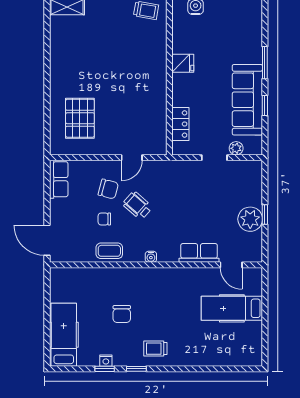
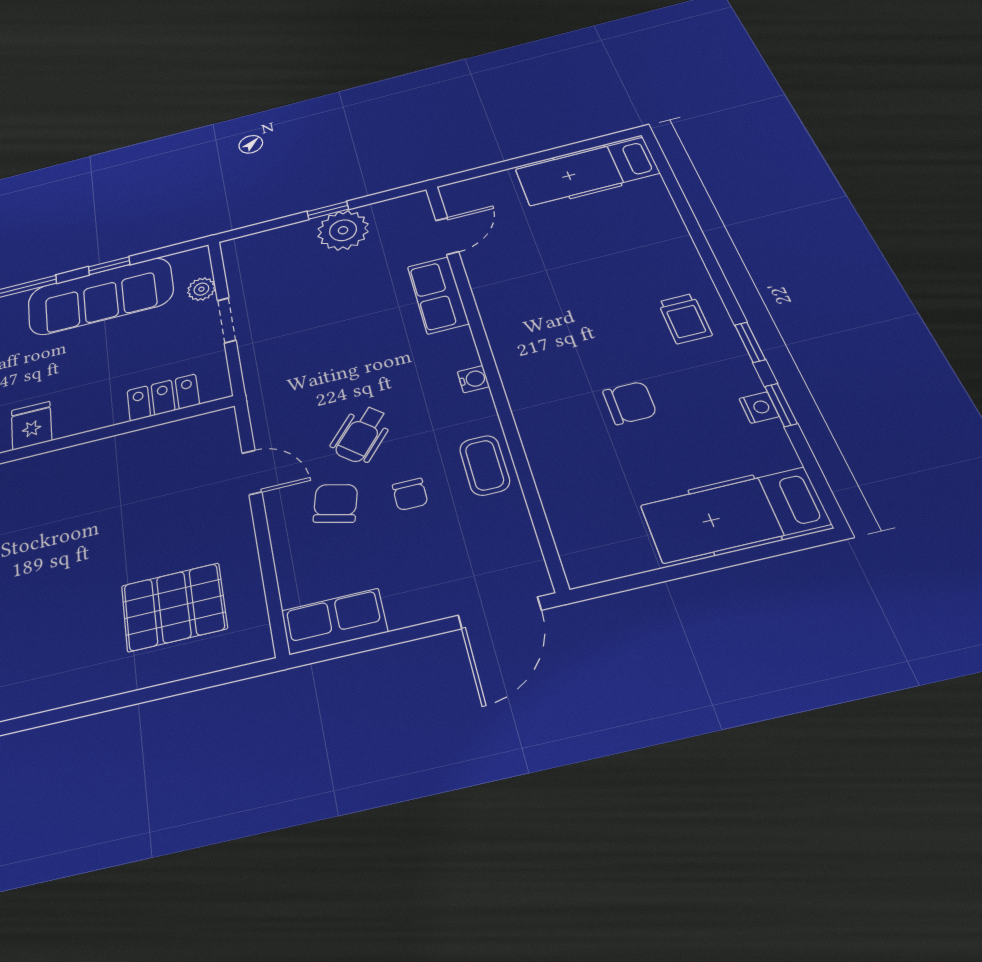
hospital bed: (232, 308) -> (587, 171), moved, turned 90

